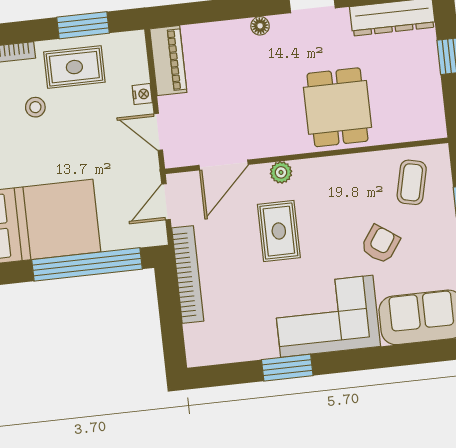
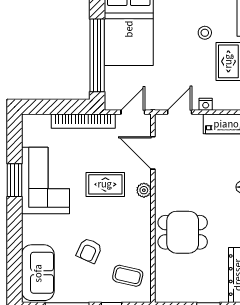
door: (166, 202) -> (133, 112), hinge flipped
armchair: (380, 244) -> (89, 251), turned 79
corner sofa: (327, 316) -> (45, 181), moved

